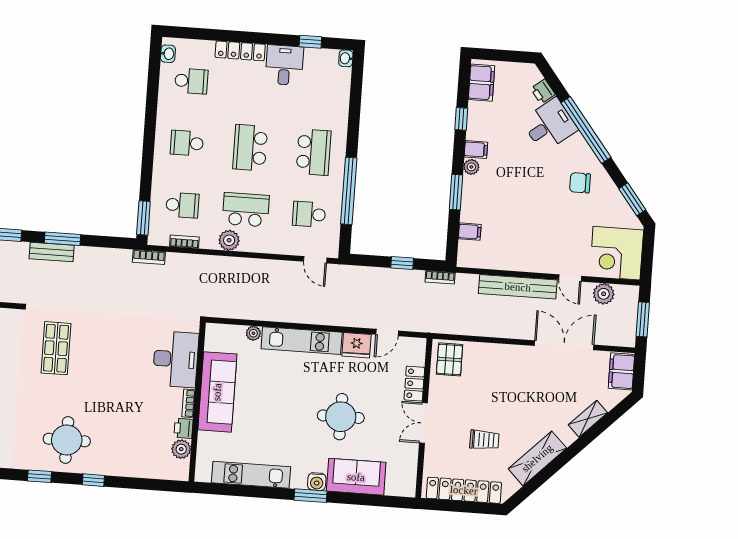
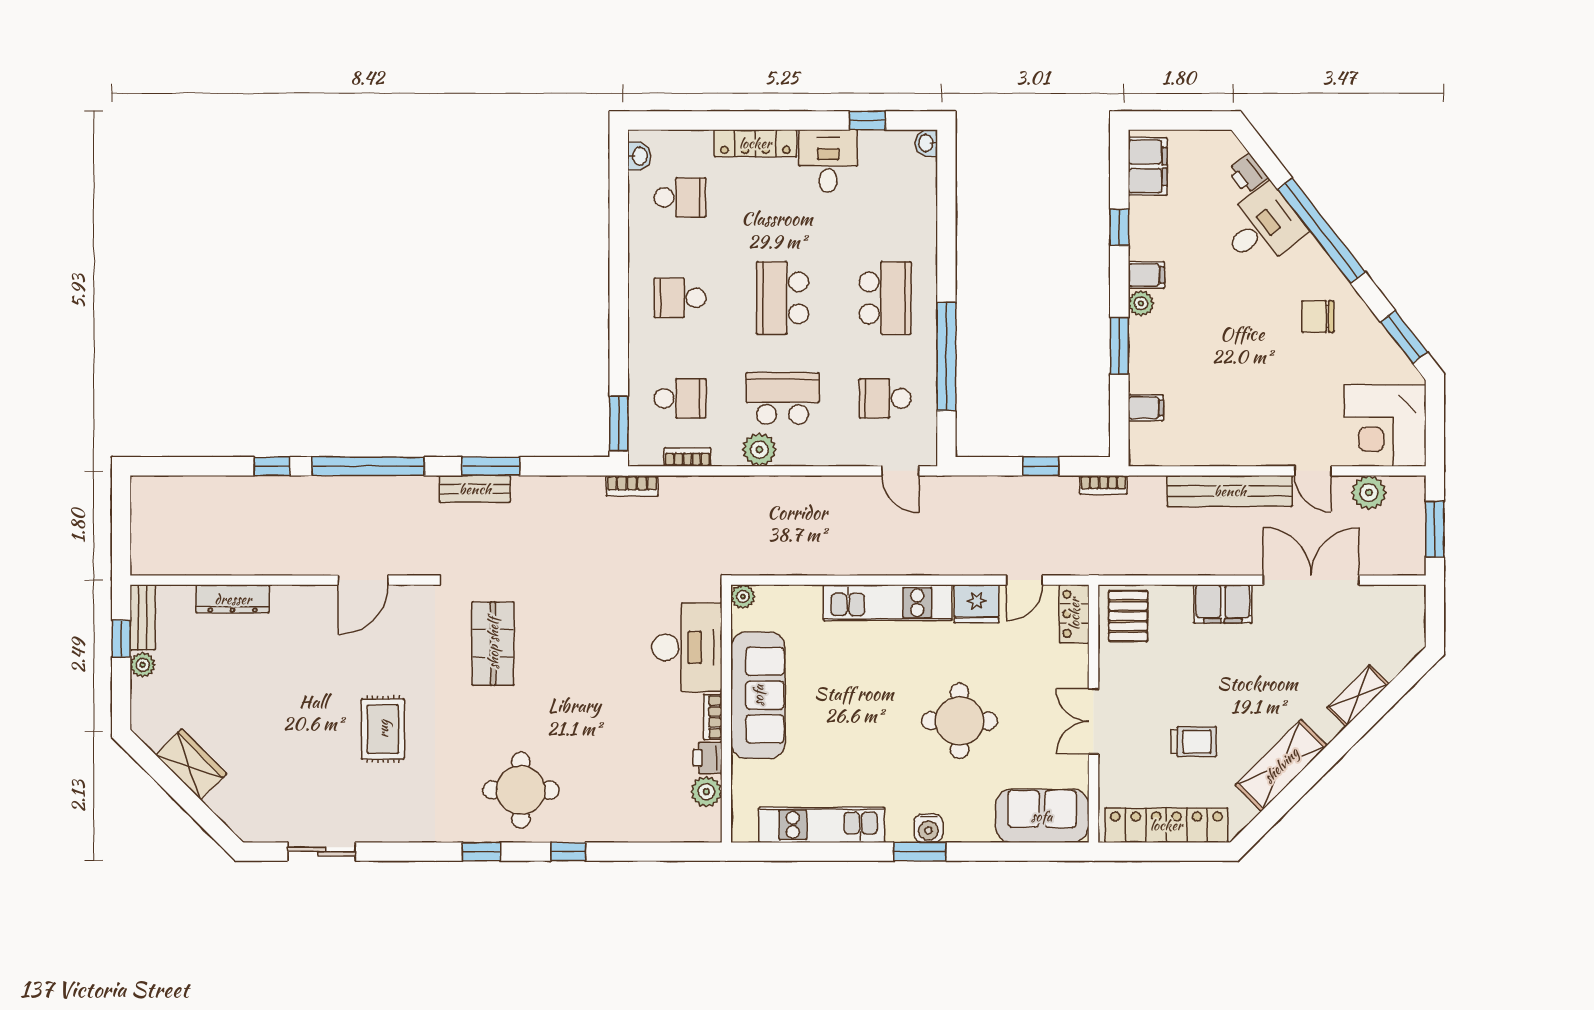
plant: (253, 333) -> (743, 596), moved
filing cabinet: (621, 371) -> (1223, 604), moved, turned -90
locker: (414, 384) -> (1074, 614), moved
sofa: (356, 477) -> (1042, 816), moved

